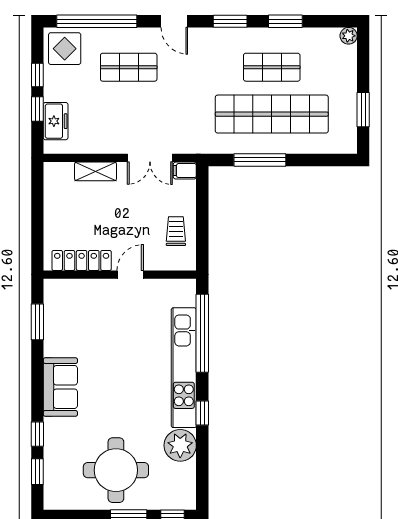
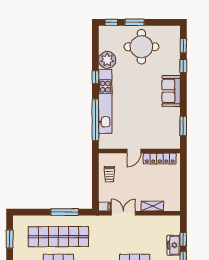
freezer: (56, 121) -> (174, 245), moved

